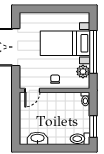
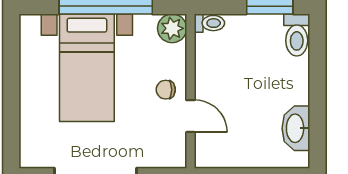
plant: (83, 72) -> (172, 28), moved
door: (32, 90) -> (191, 116), moved

